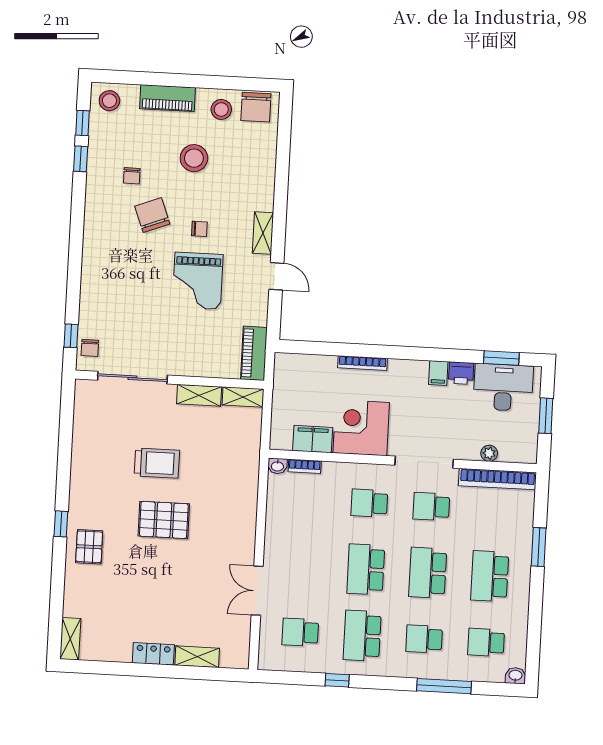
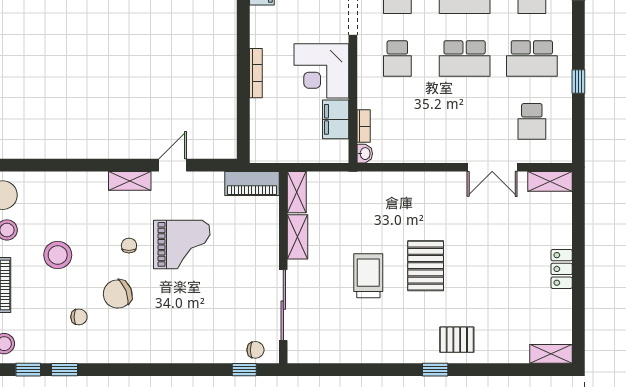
shelving: (197, 657) -> (550, 181), moved, turned 90

